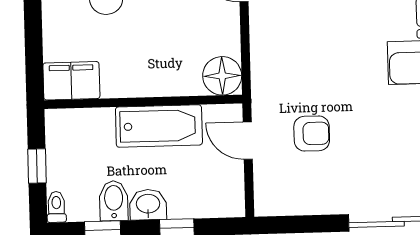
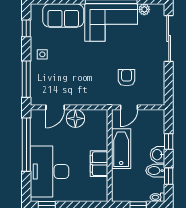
floor lamp: (222, 76) -> (75, 118), moved
filing cabinet: (71, 81) -> (99, 164), moved

